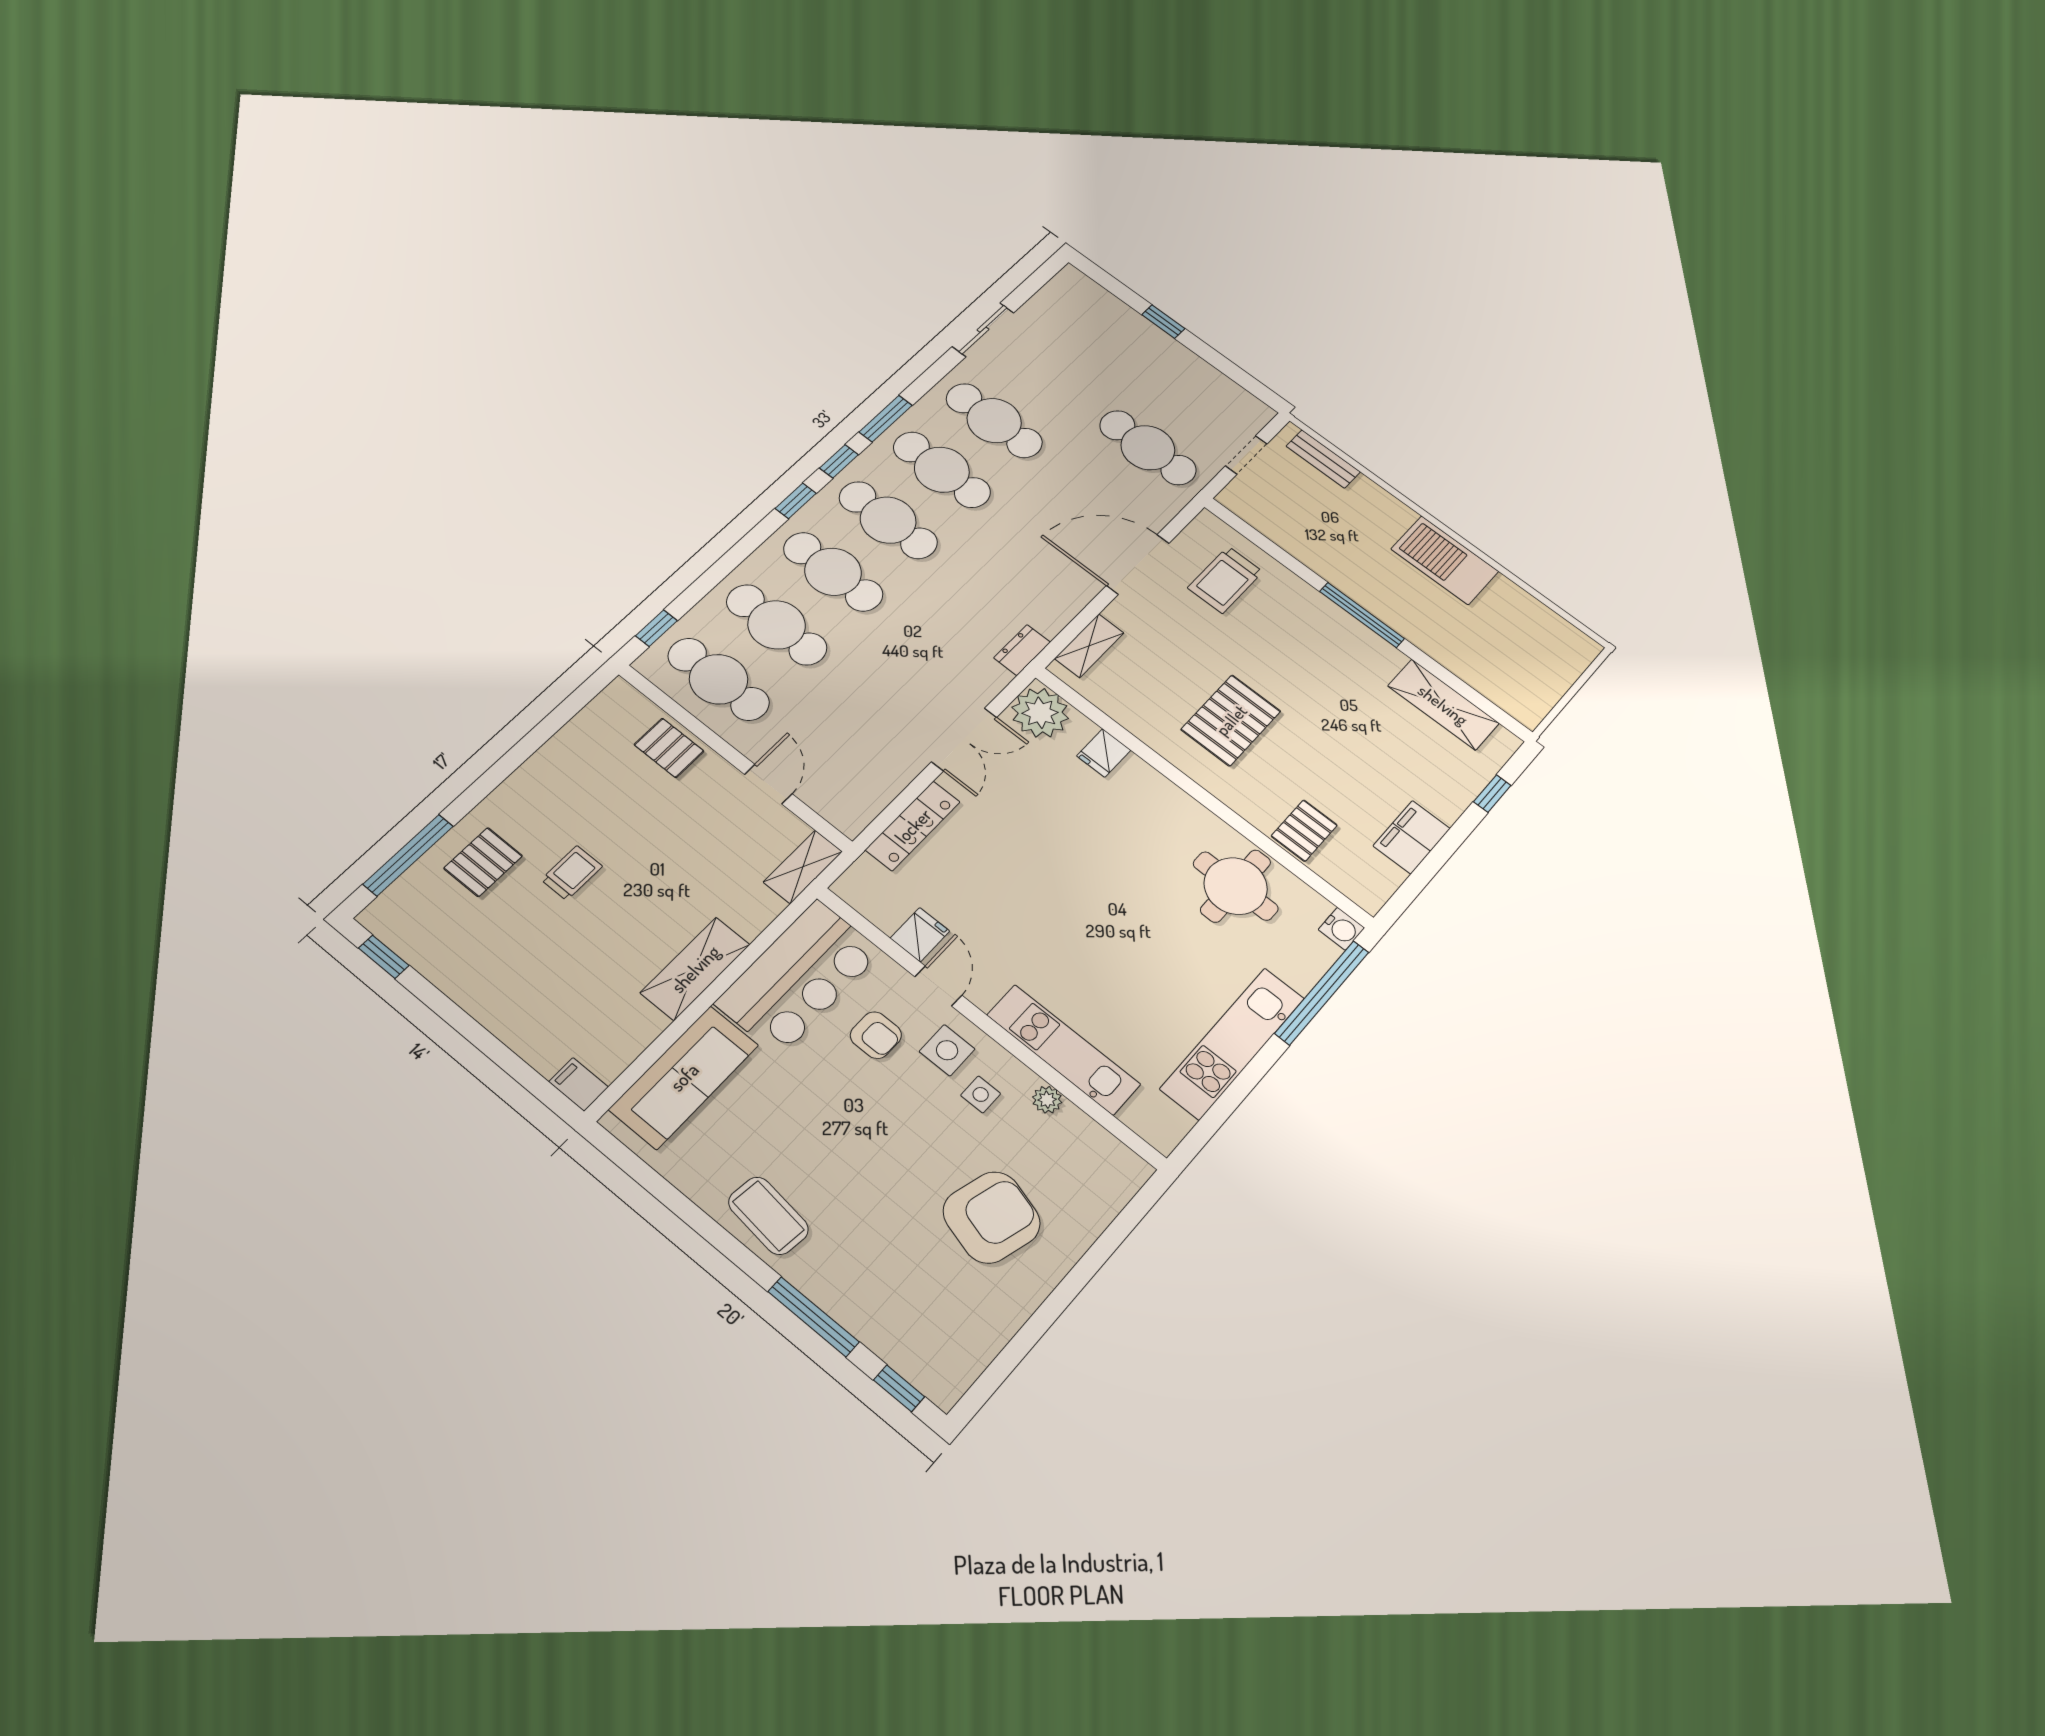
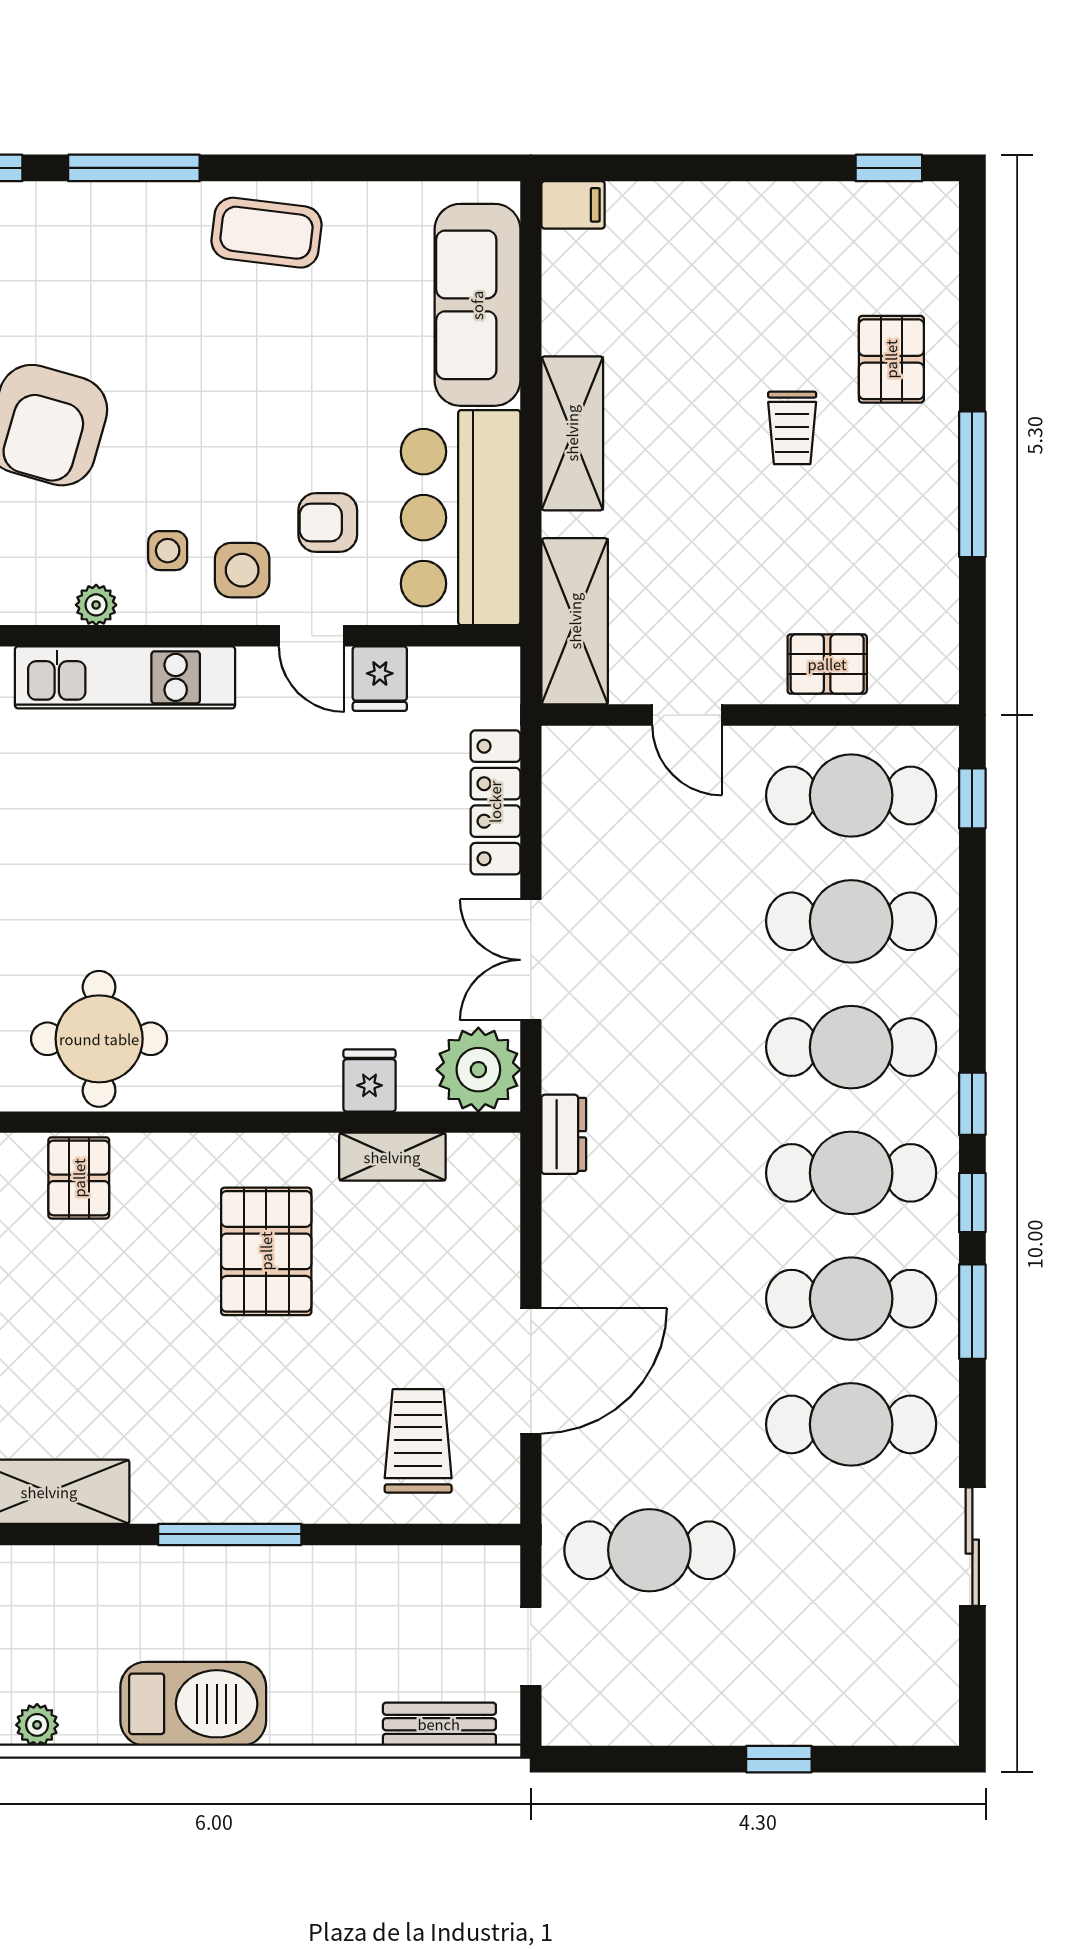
plant: (1536, 612) -> (37, 1725), added
shelving: (1089, 646) -> (392, 1157), moved, turned 90
window: (408, 855) -> (972, 484), moved
shelving: (803, 867) -> (575, 621), width x1.50, depth x1.33

